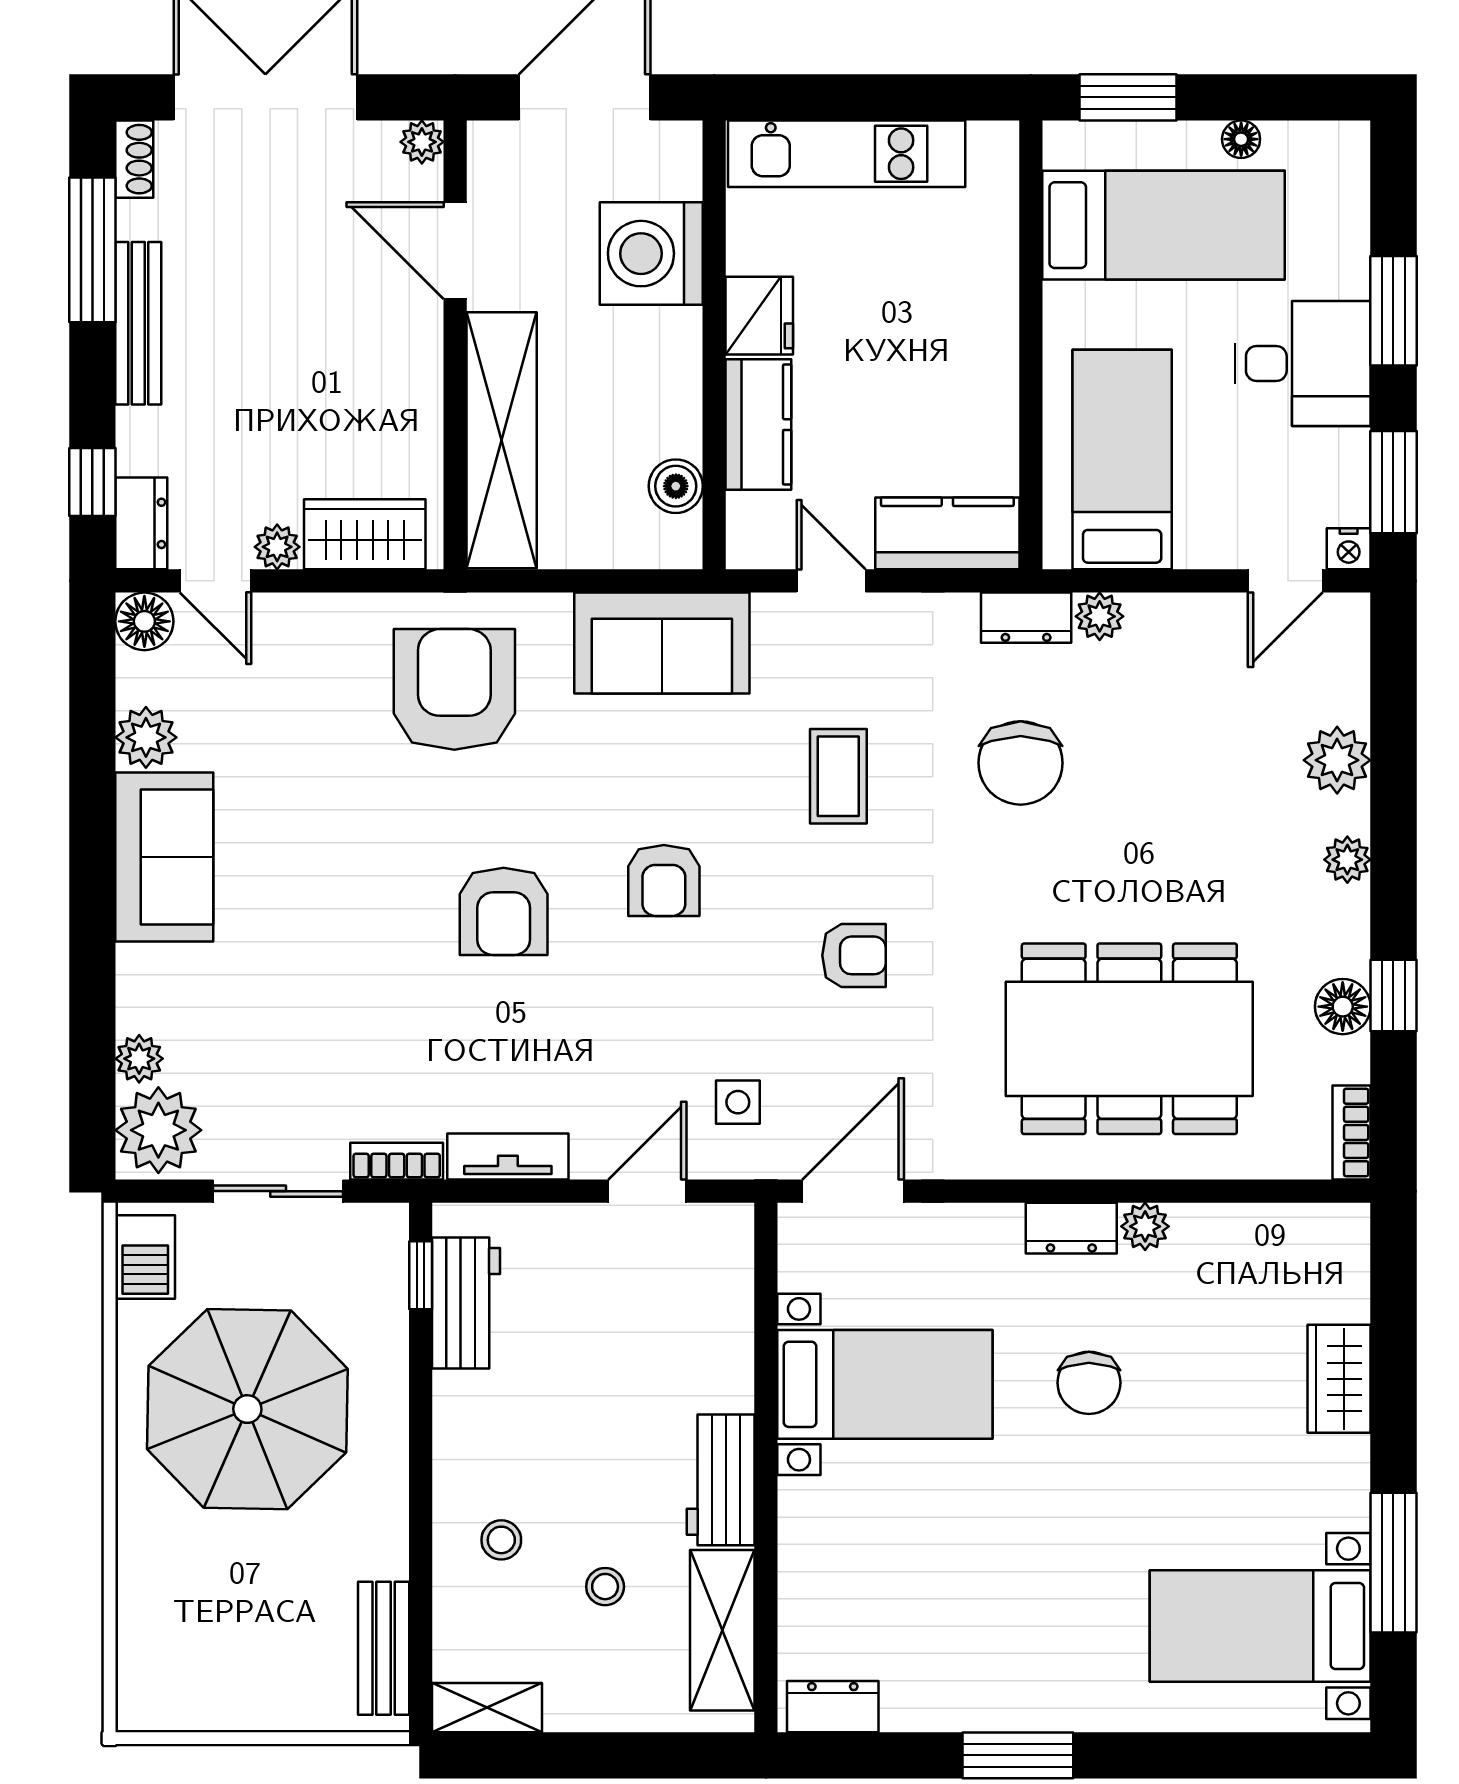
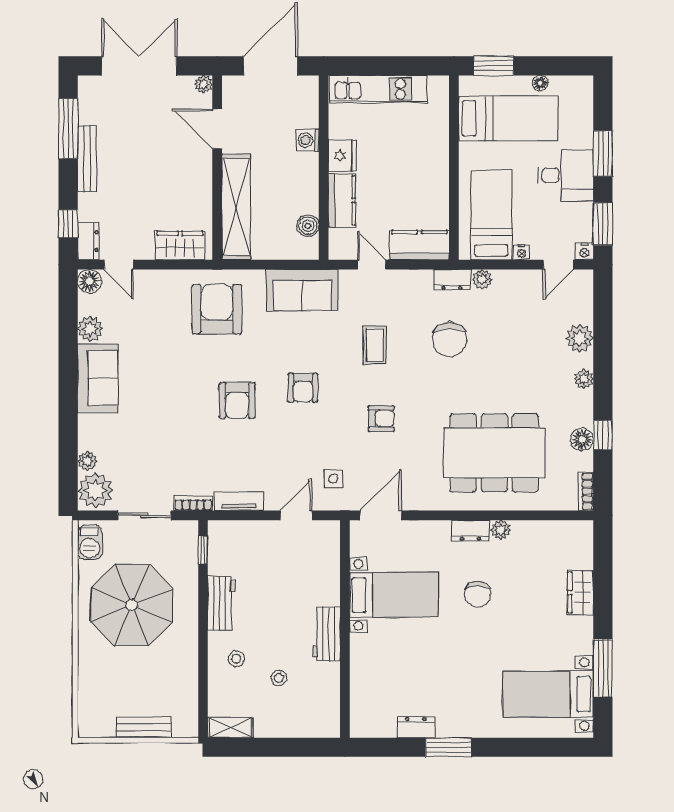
shoe rack: (134, 159) -> (85, 91), removed
washing machine: (651, 254) -> (308, 140), width x0.53, depth x0.53
plant: (277, 547) -> (144, 251), removed
nightstand: (1196, 551) -> (522, 252), added
workbench: (466, 1303) -> (222, 603), moved
shelving: (722, 1630) -> (327, 696), removed
bench: (384, 1648) -> (144, 727), moved, turned 90
dresser: (833, 1707) -> (416, 727), moved

